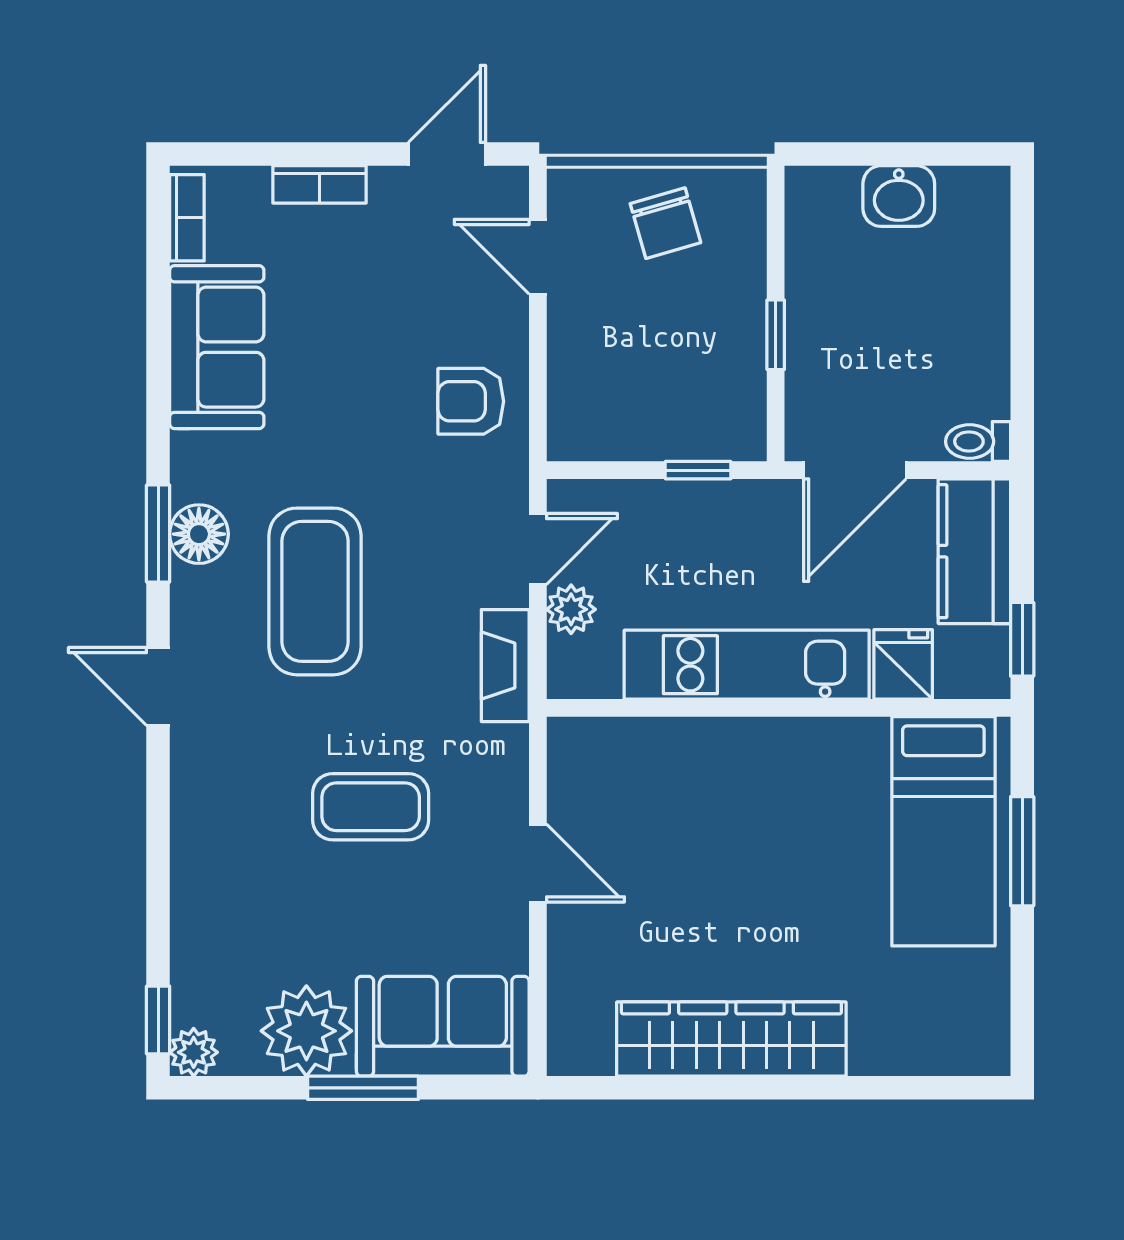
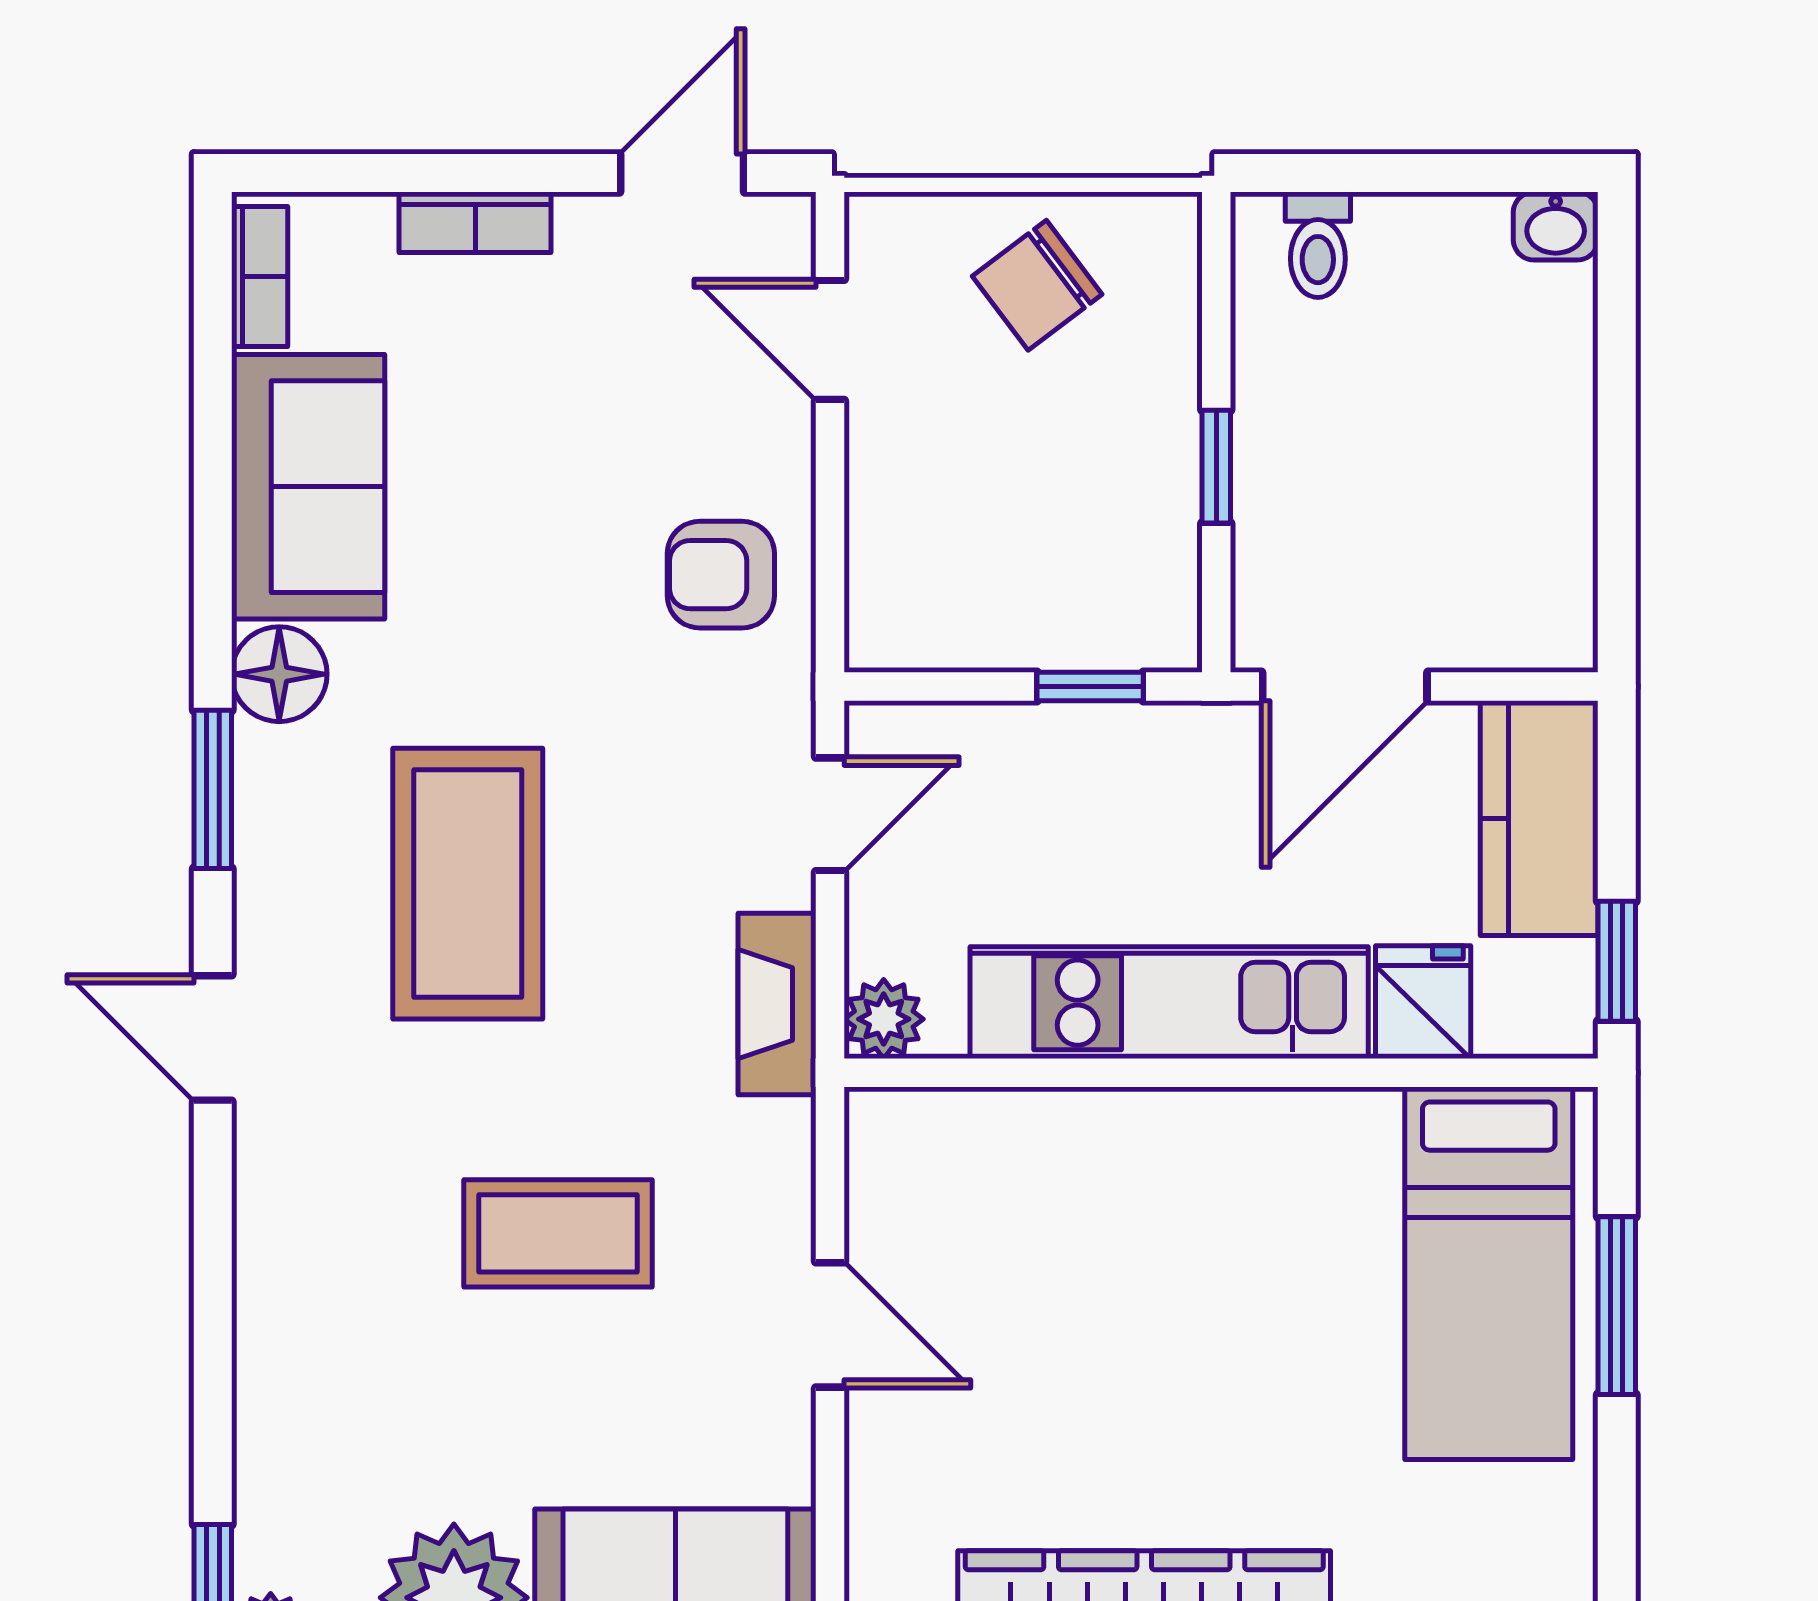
washbasin: (899, 196) -> (1556, 226), moved, width x0.72, depth x0.69
chair: (665, 223) -> (1037, 285), turned 69
toilet: (978, 441) -> (1318, 245), moved, turned -90
floor lamp: (199, 534) -> (279, 674), moved
plant: (571, 609) -> (884, 1019), moved

